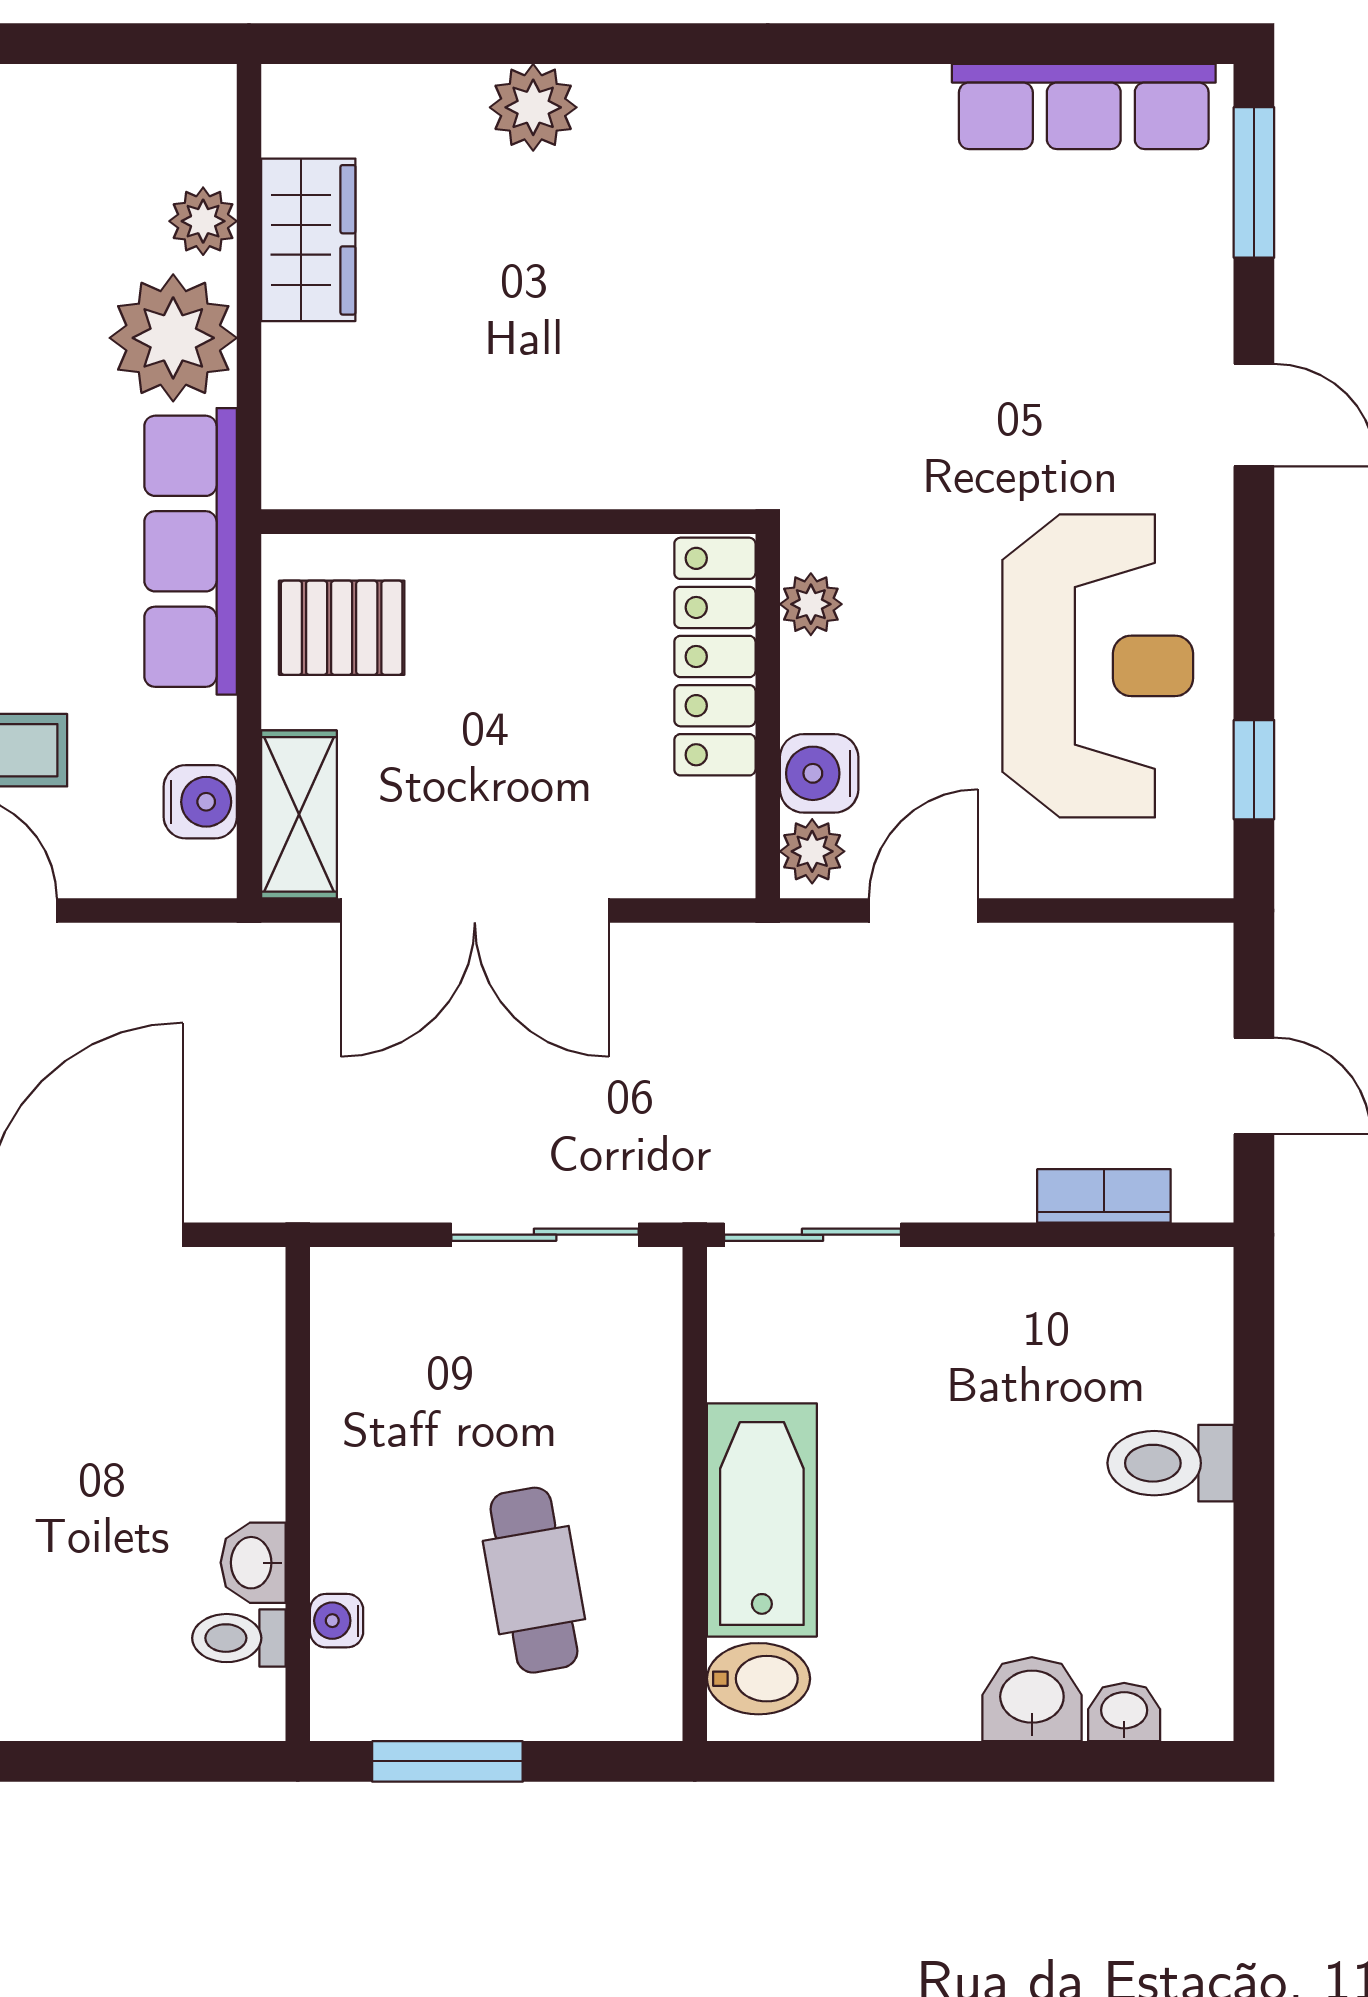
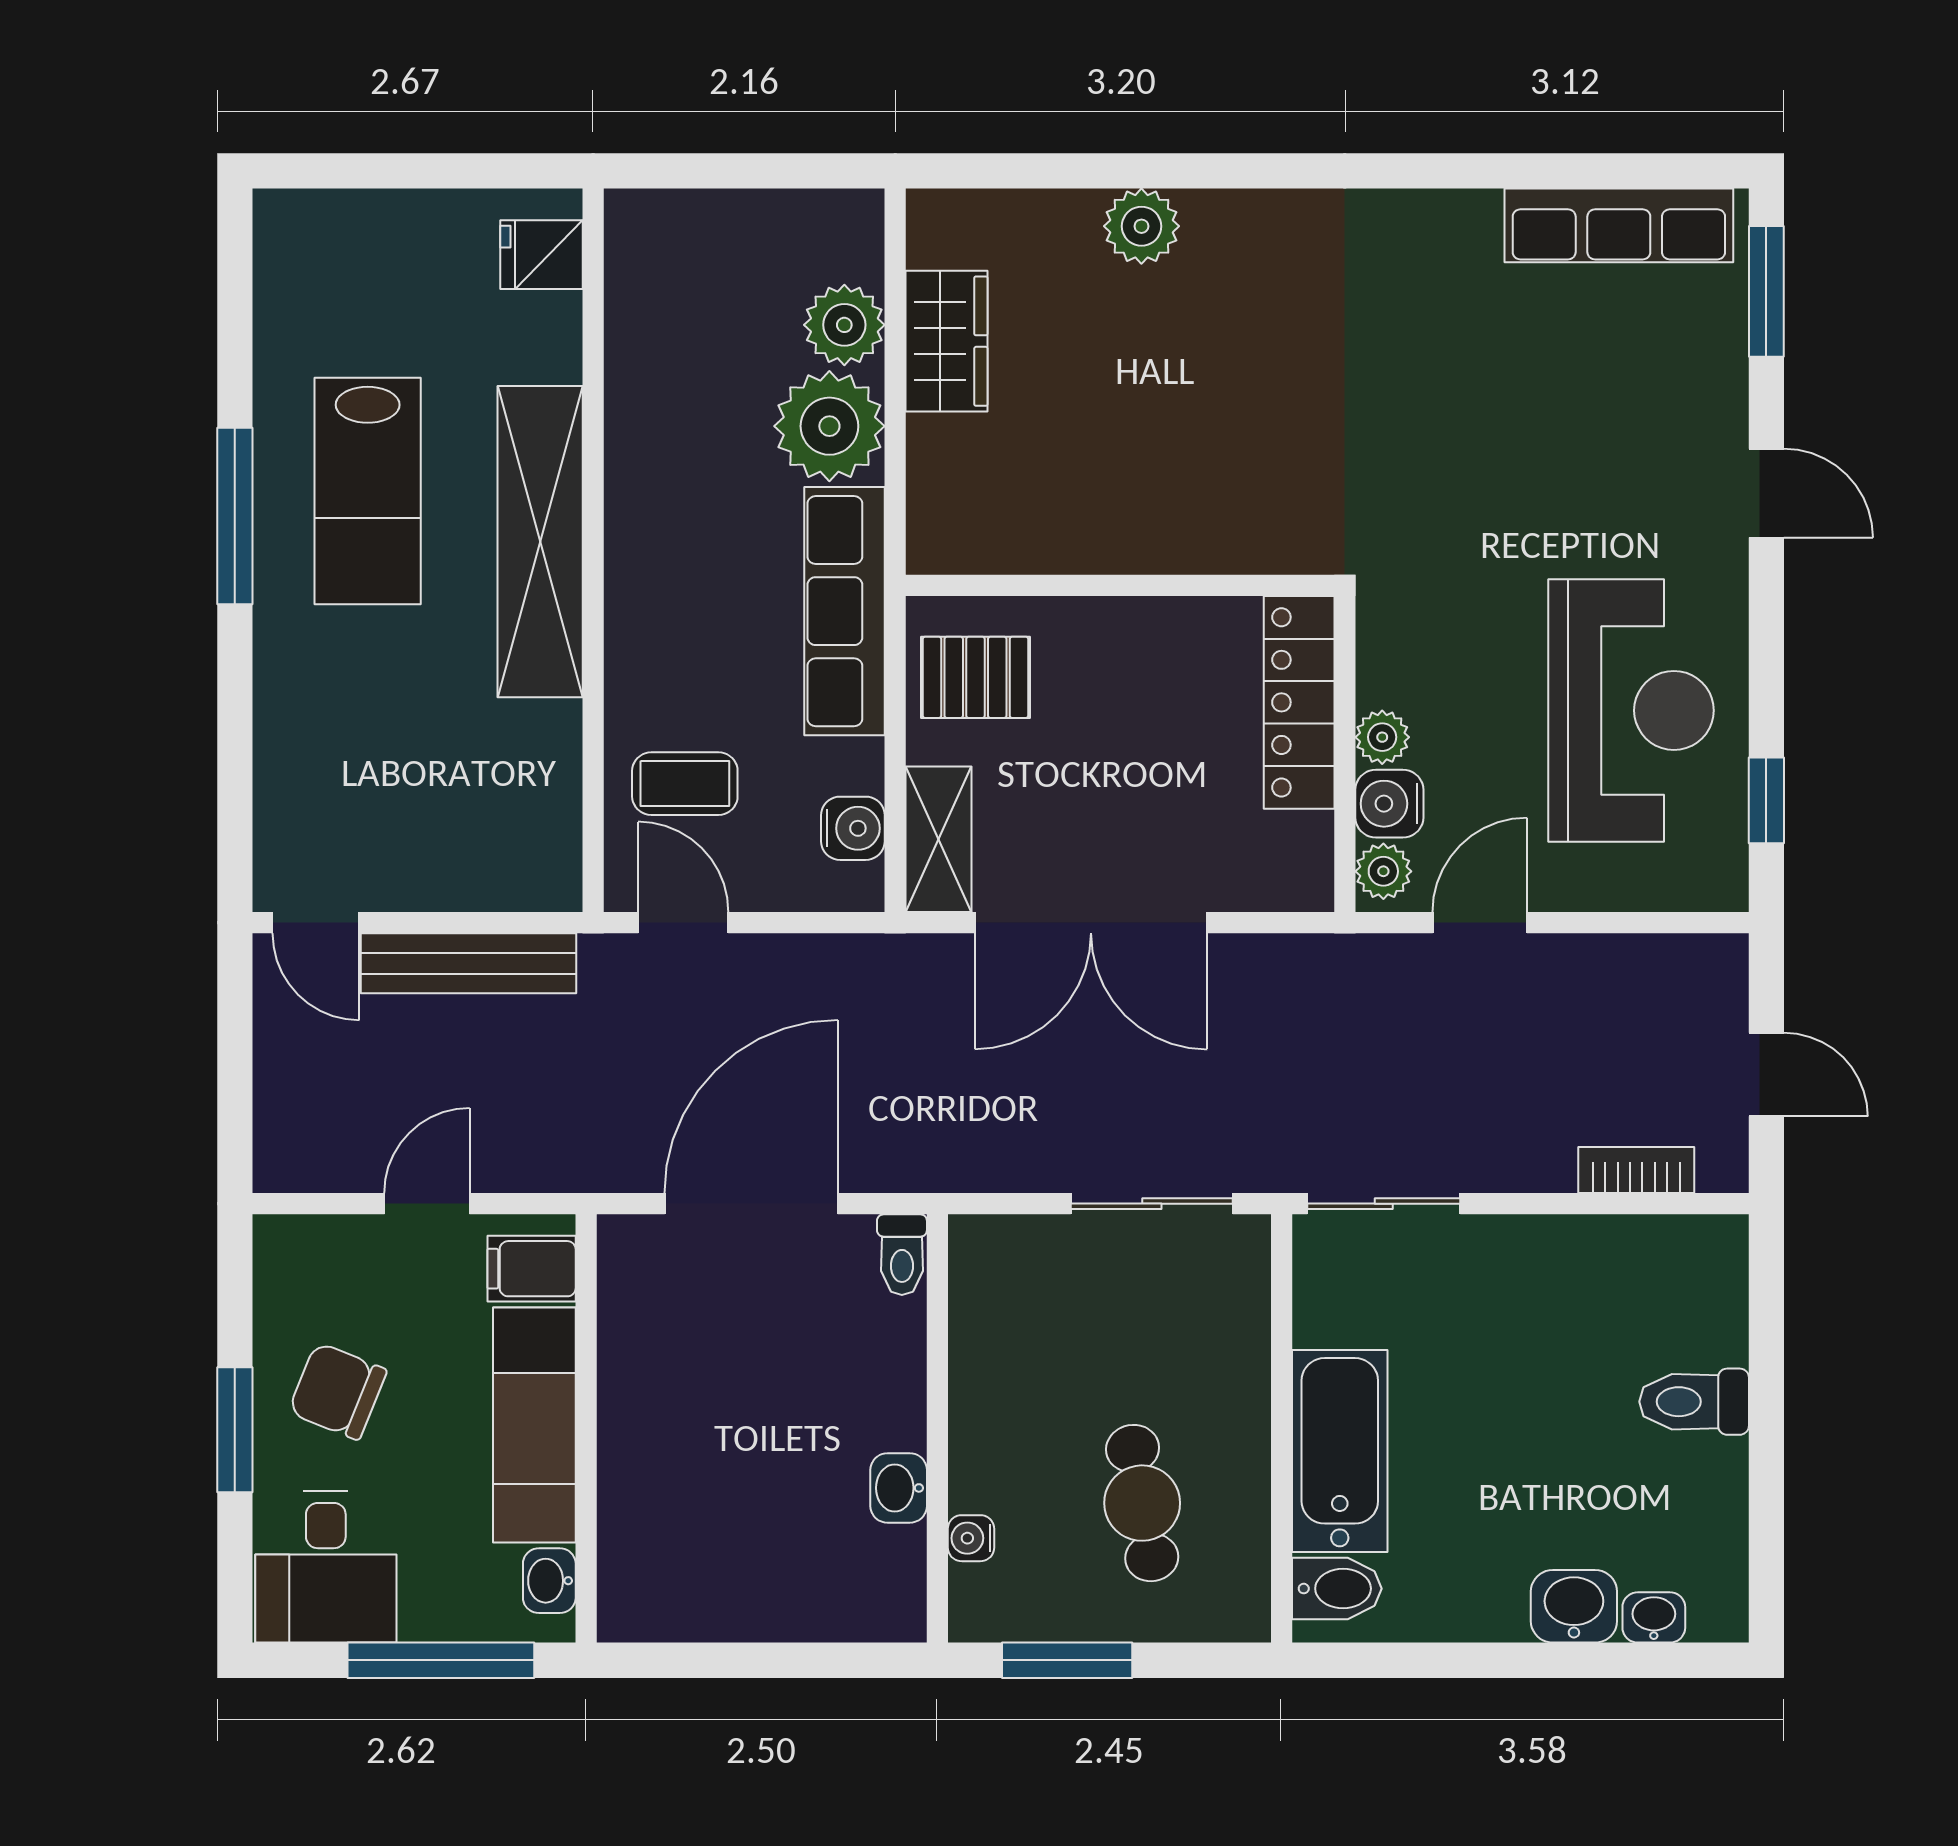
plant: (203, 221) -> (844, 325), width x1.38, depth x1.38
plant: (811, 604) -> (1382, 737), moved
toilet: (239, 1638) -> (902, 1255), moved, turned -90

